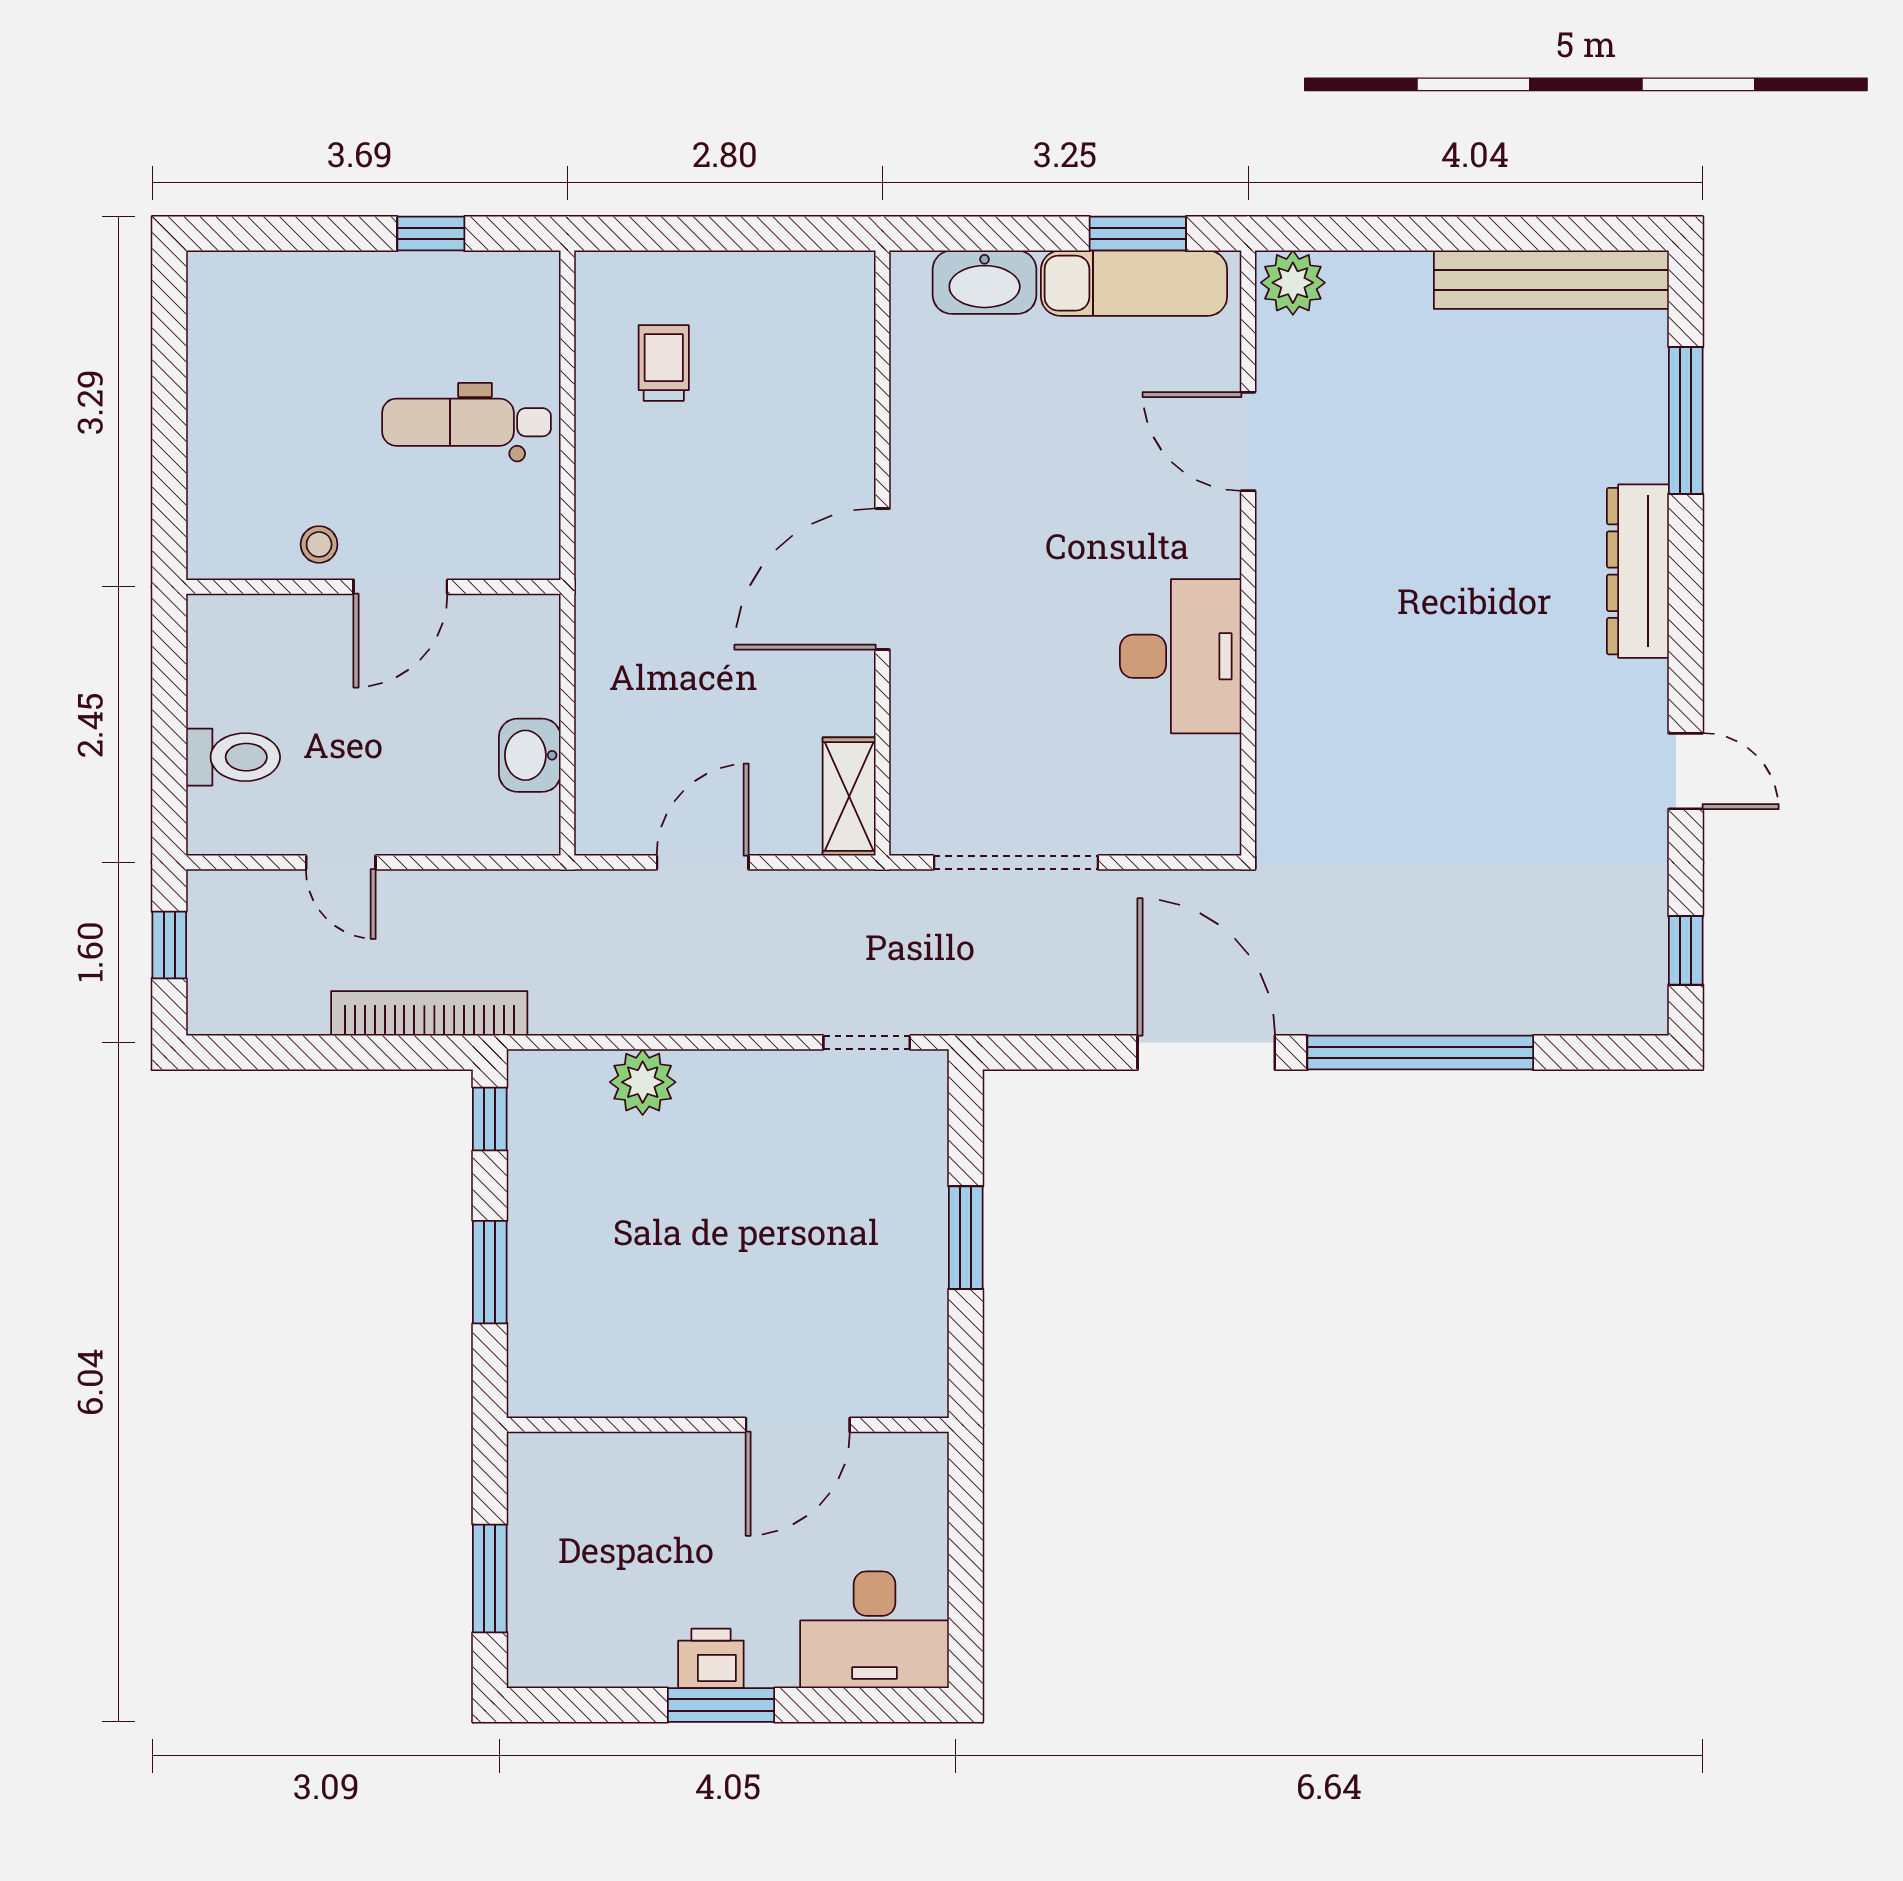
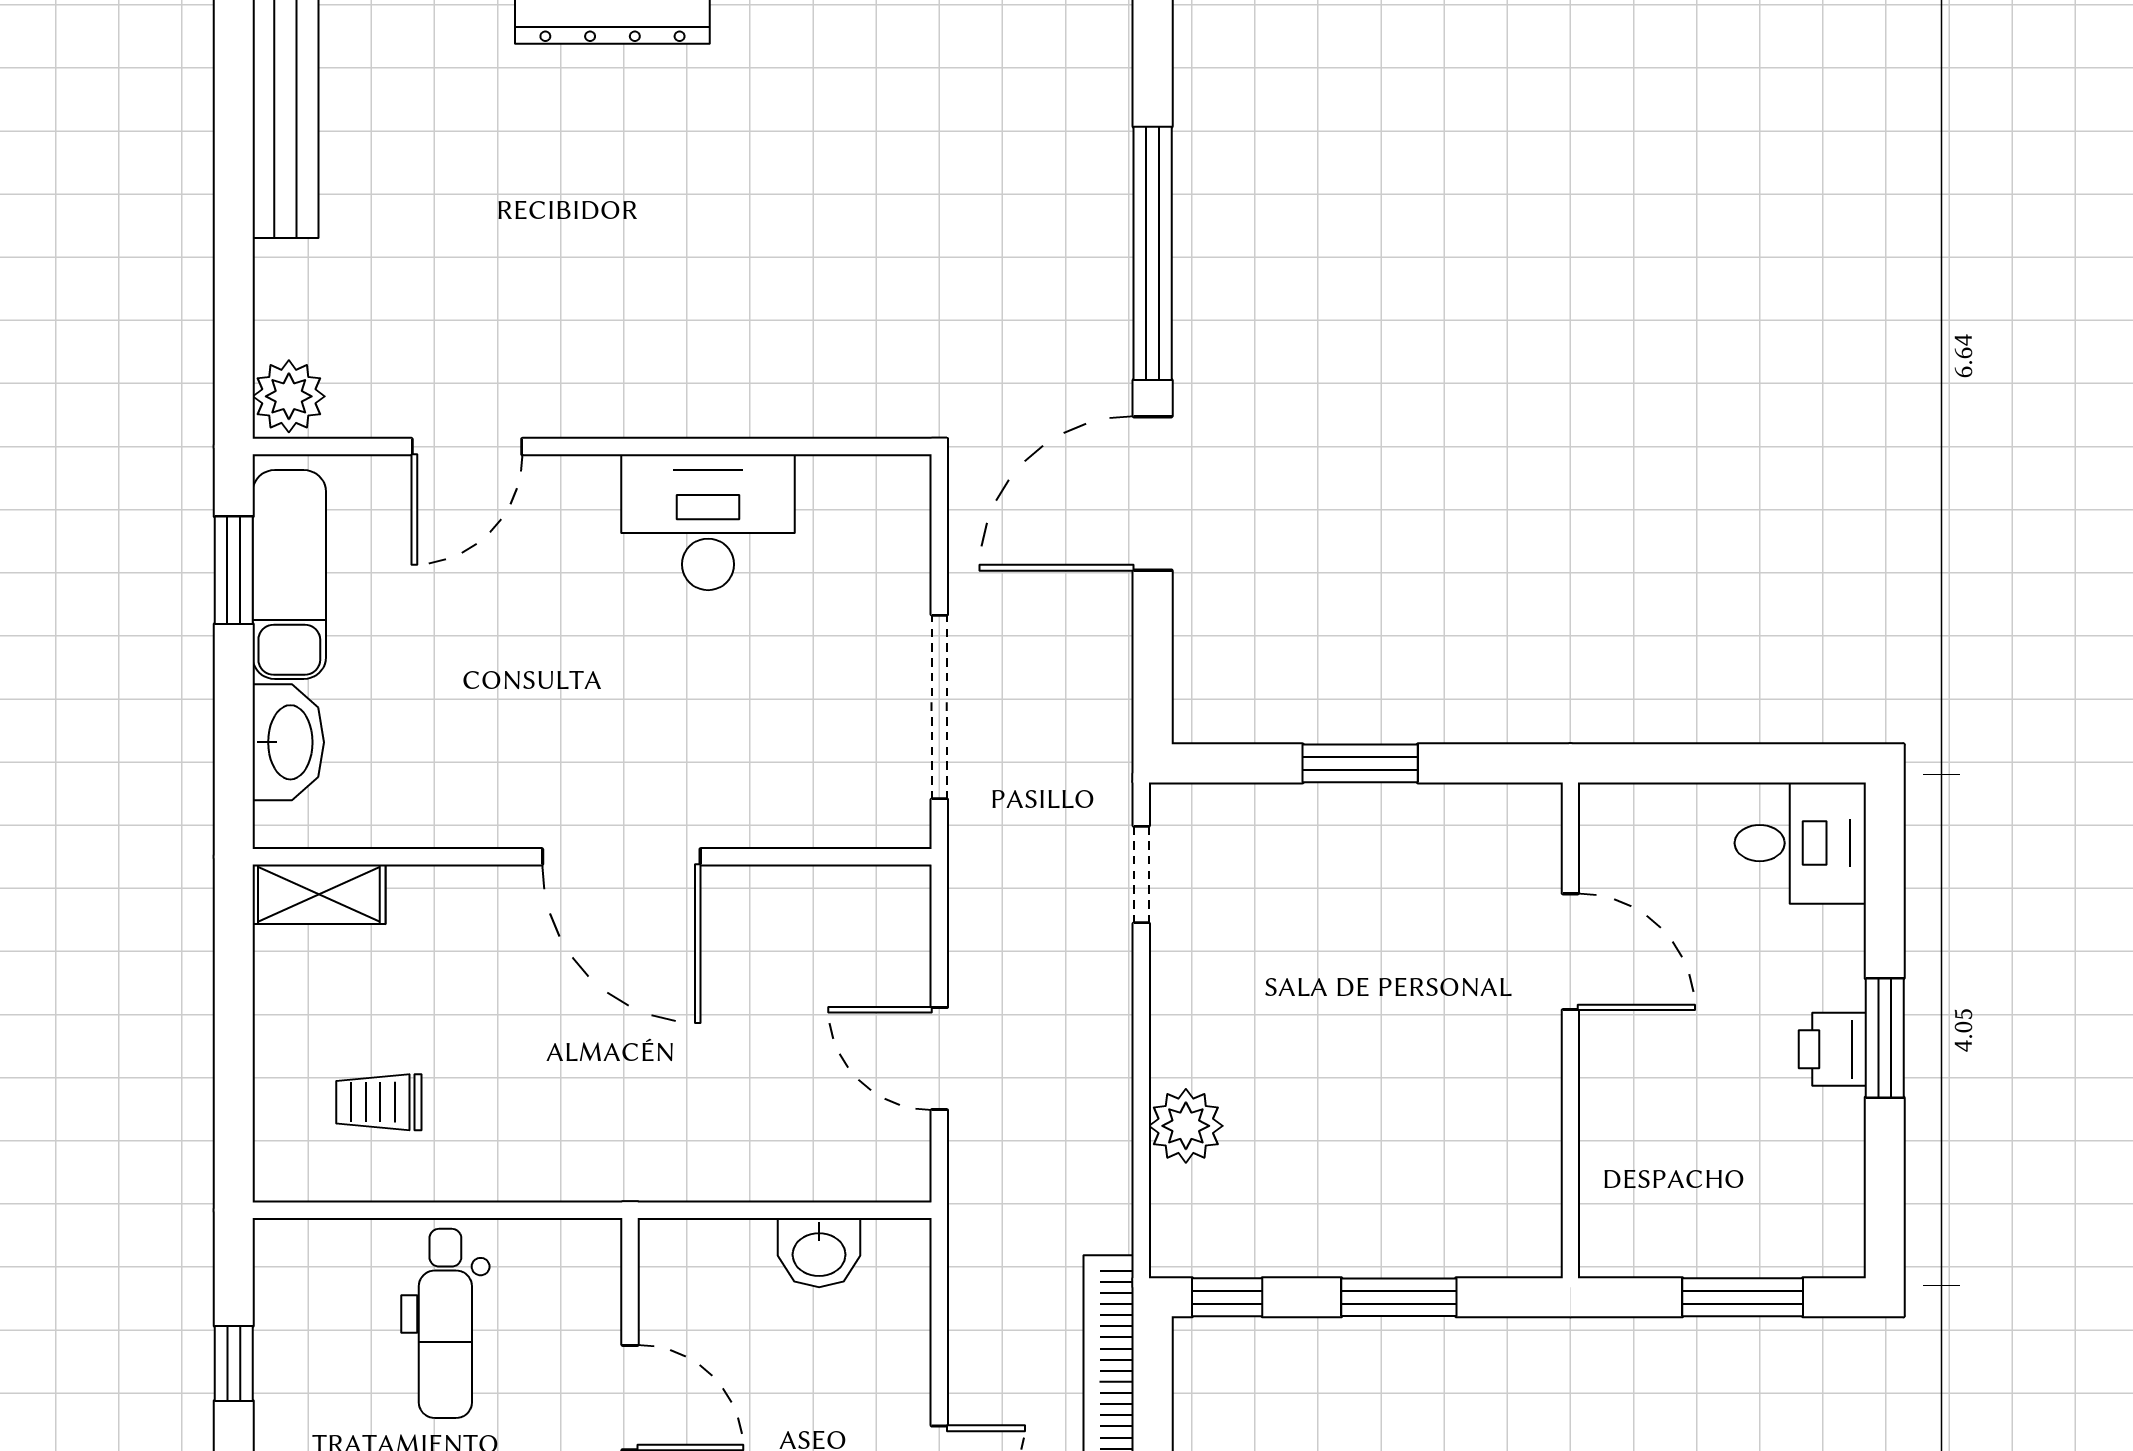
shelving: (849, 797) -> (319, 894), moved
desk: (875, 1630) -> (1800, 843), width x0.73

